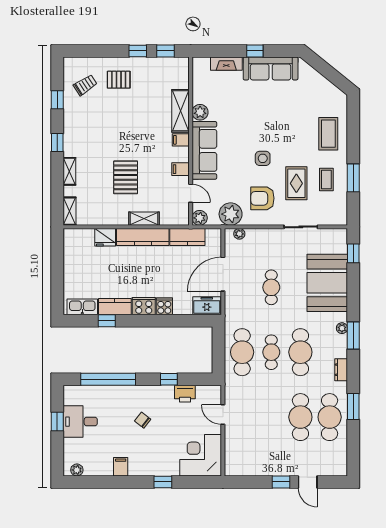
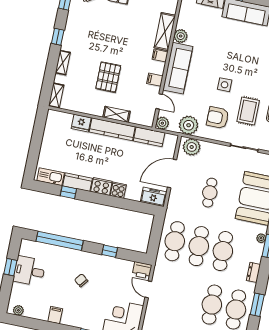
plant: (239, 234) -> (192, 147), width x1.88, depth x1.88
cafe table: (271, 352) -> (199, 246), width x1.37, depth x1.35
printer: (185, 394) -> (142, 270), moved

